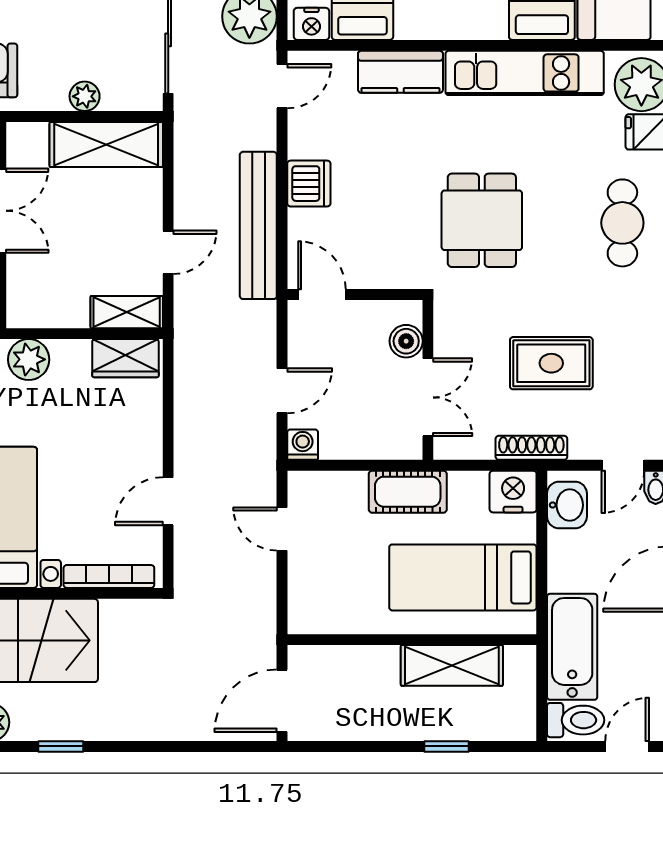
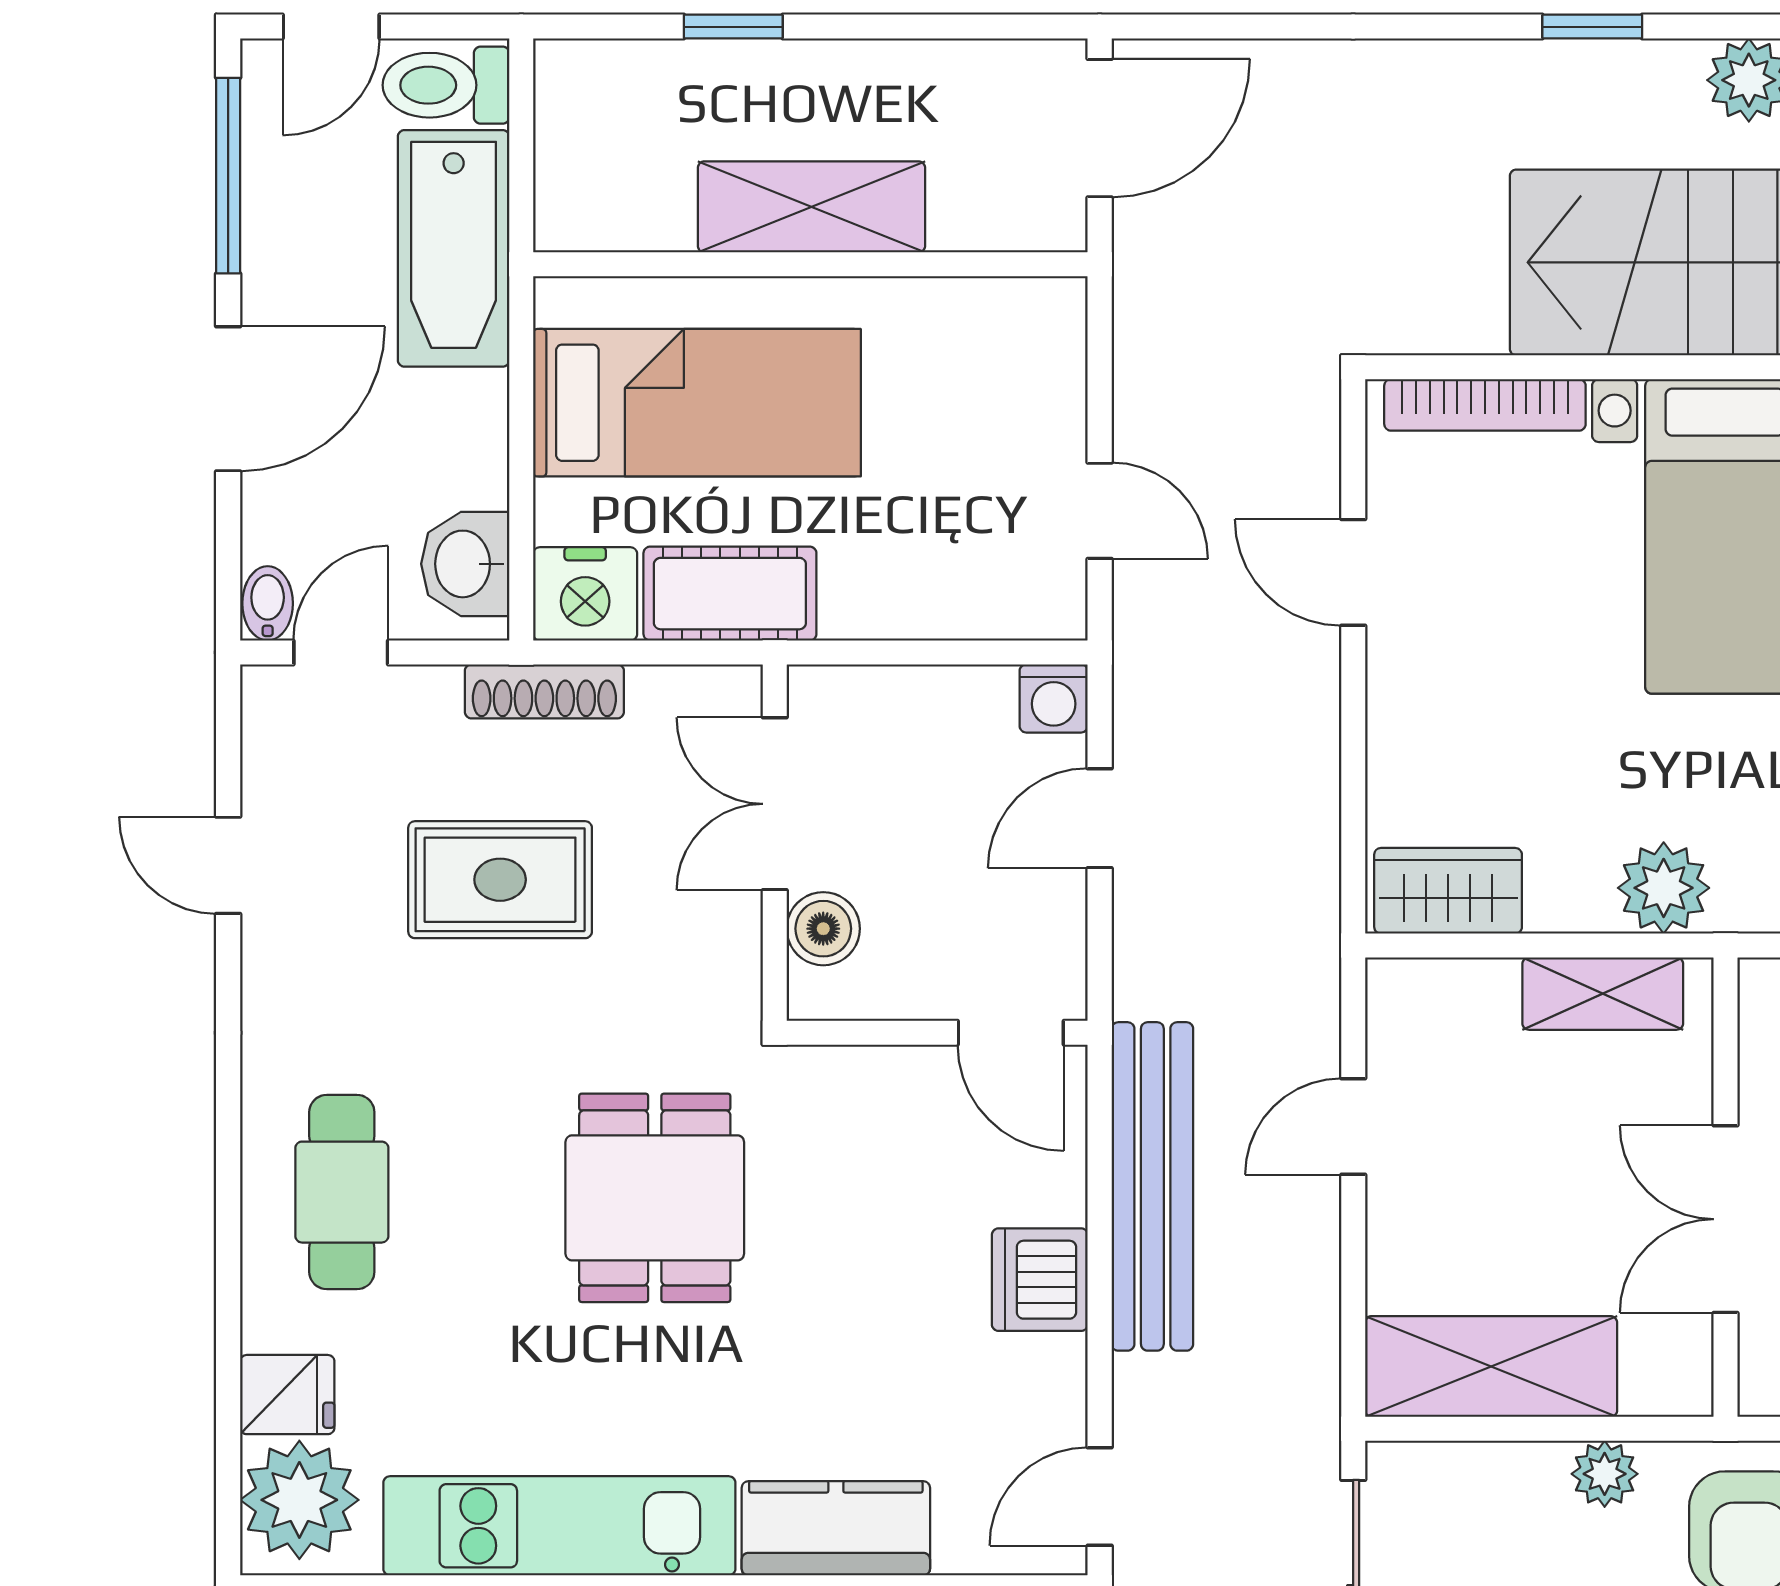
plant: (85, 96) -> (1605, 1474), moved
shelving: (127, 312) -> (1603, 994), moved
cot: (408, 492) -> (730, 594), moved
door: (168, 501) -> (1353, 572), swing flipped
shelving: (452, 665) -> (811, 207), moved

